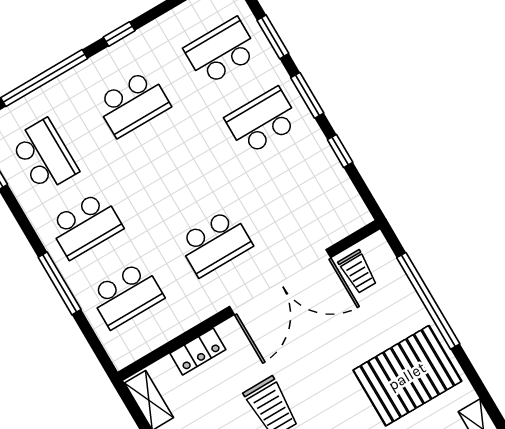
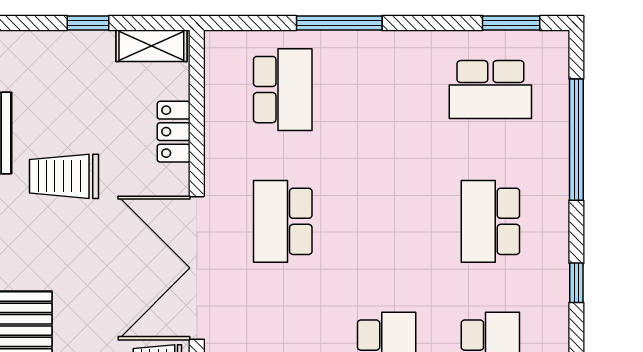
window: (119, 34) -> (576, 283), moved
school desk: (85, 225) -> (387, 90), removed
school desk: (126, 295) -> (283, 90), turned 180

